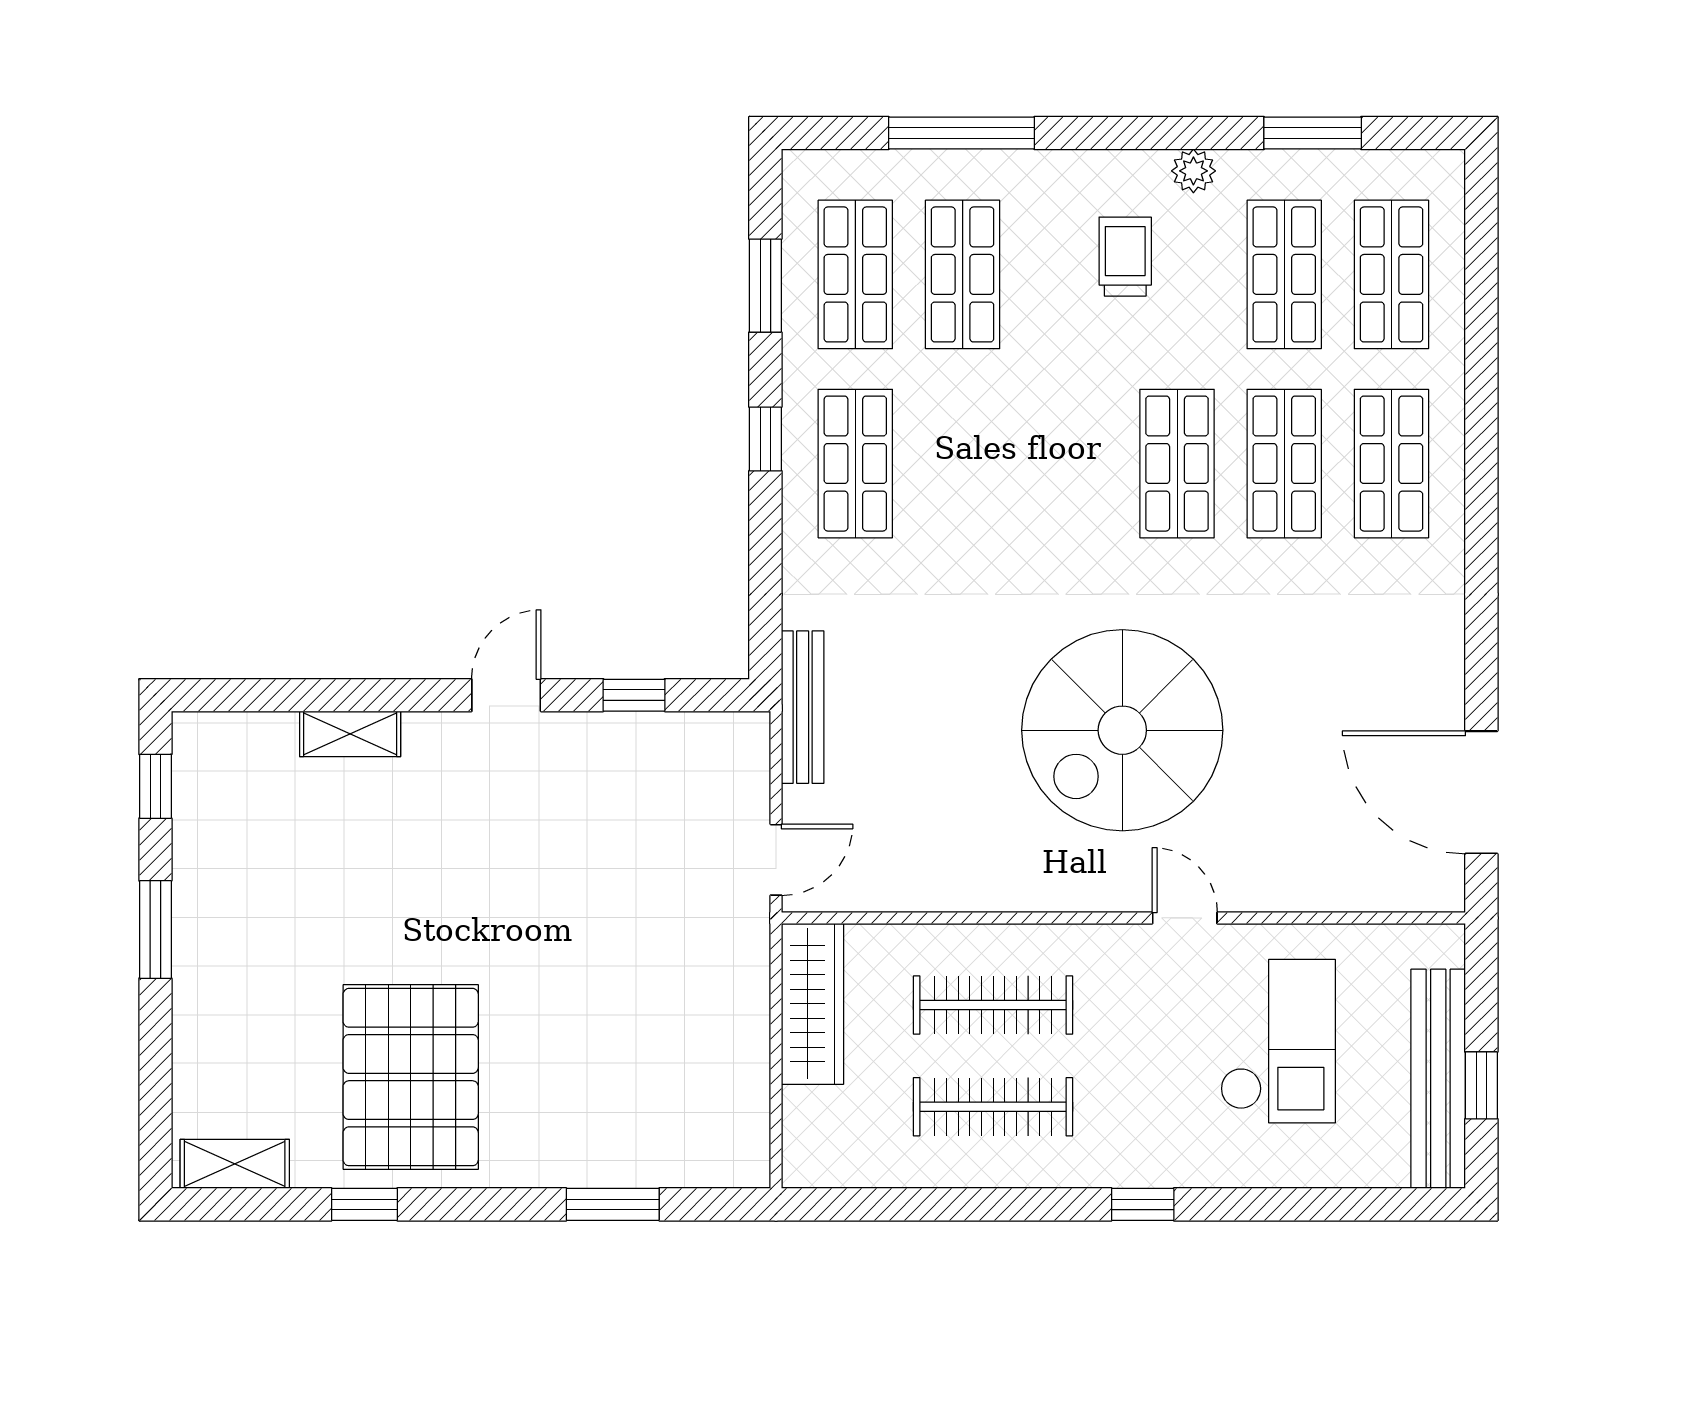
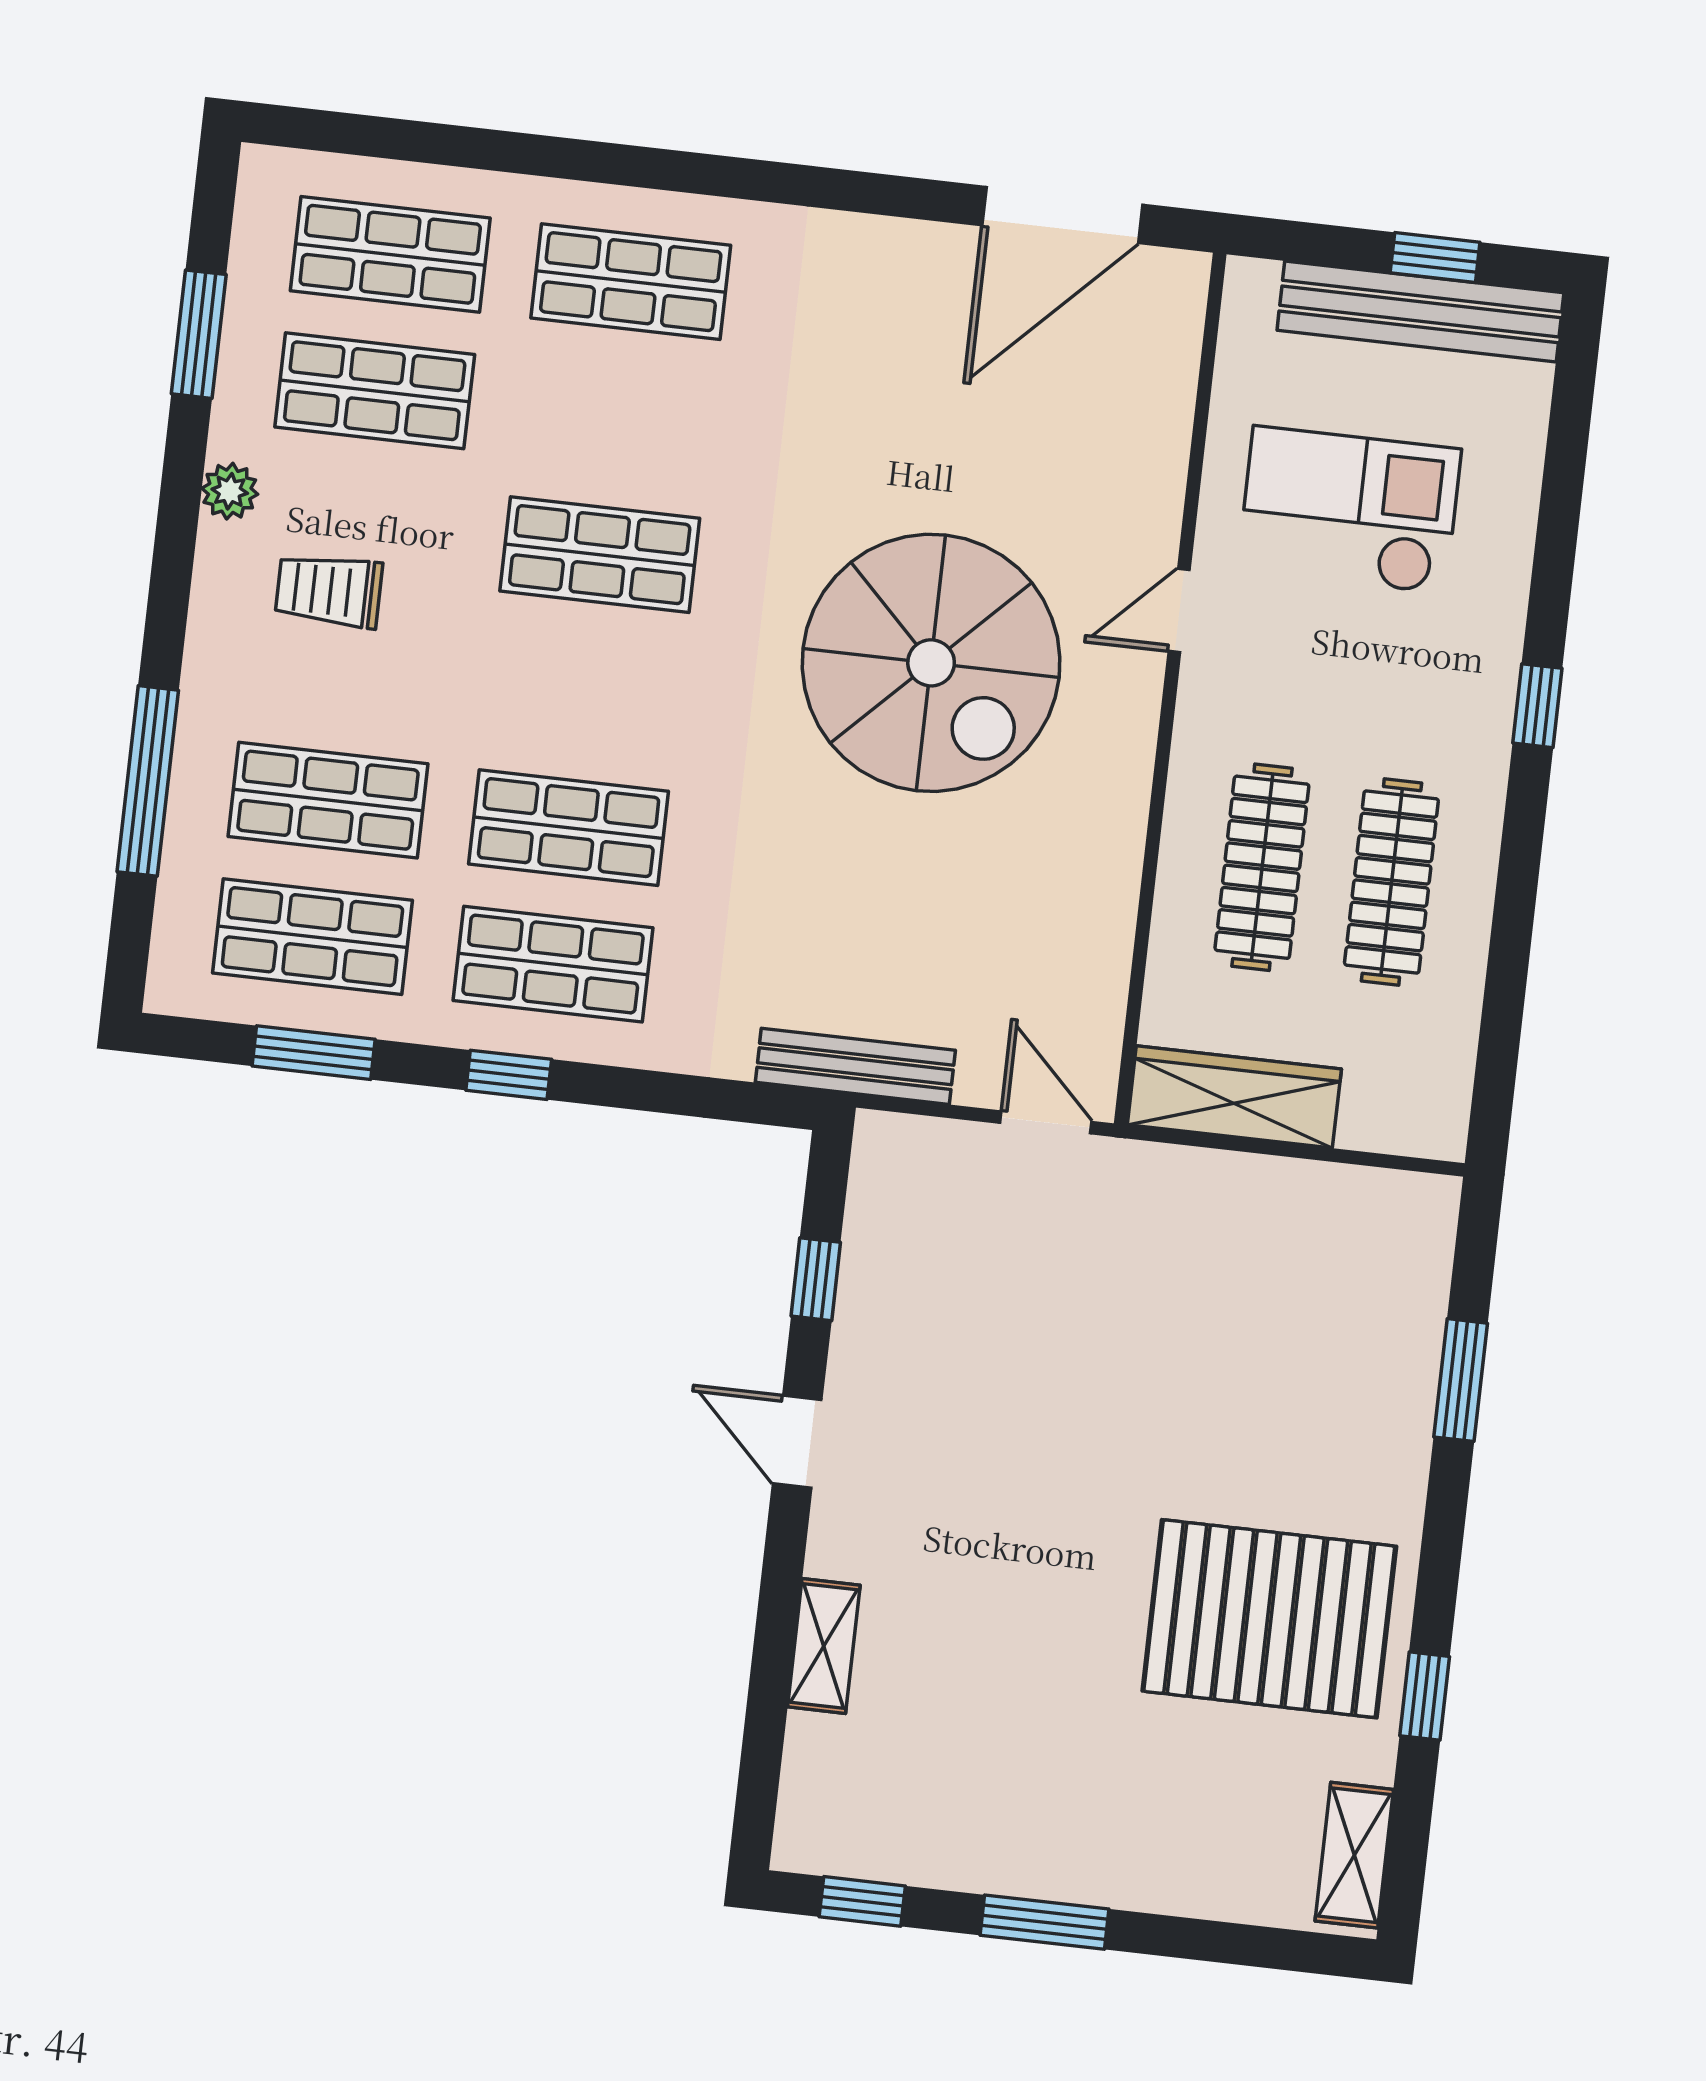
shop shelf: (1284, 464) -> (569, 828), moved

